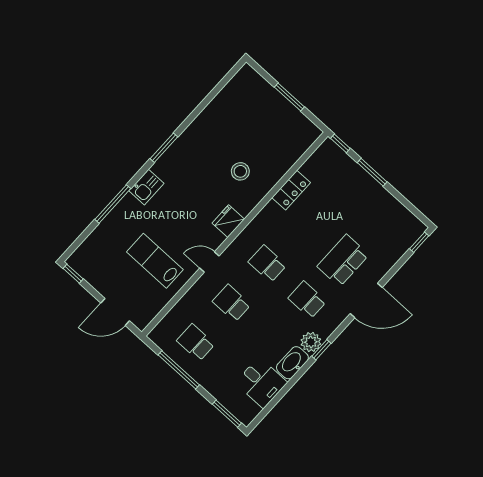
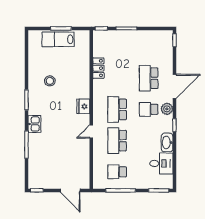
stool: (240, 171) -> (50, 81), moved
lab bench: (155, 261) -> (58, 39), moved
school desk: (267, 264) -> (117, 109), width x1.85
school desk: (232, 303) -> (117, 141), width x1.85
door: (115, 312) -> (70, 190), hinge flipped
plant: (311, 342) -> (167, 109), moved

